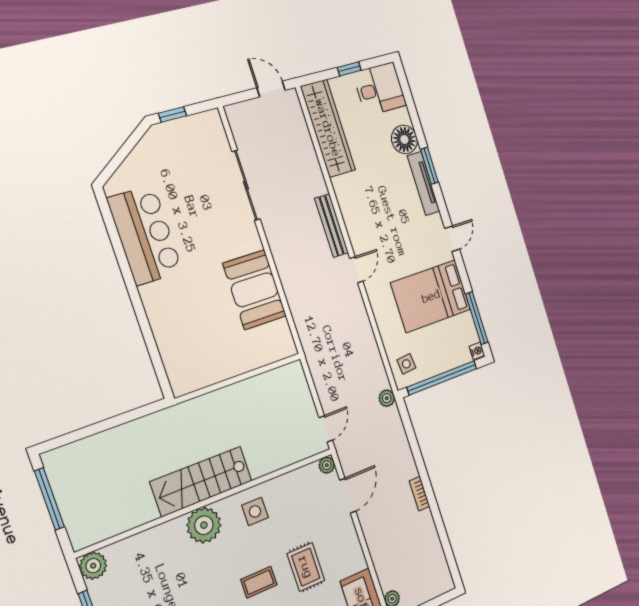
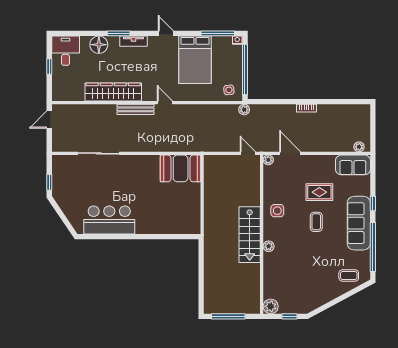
wardrobe: (328, 128) -> (113, 92), moved
tv unit: (424, 183) -> (133, 41), width x0.71
booth: (255, 290) -> (181, 168), moved
plant: (204, 525) -> (269, 246), width x0.53, depth x0.53

